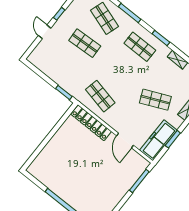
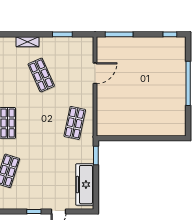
shop shelf: (85, 43) -> (41, 171), removed
locker: (91, 123) -> (103, 113), removed
freezer: (158, 140) -> (85, 185), moved, turned 90

